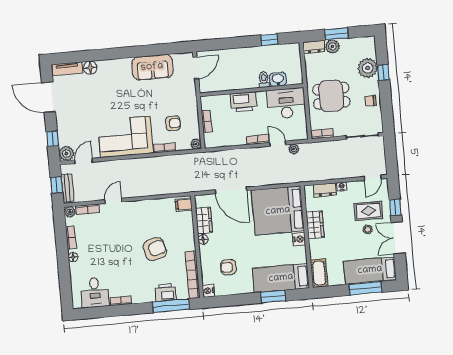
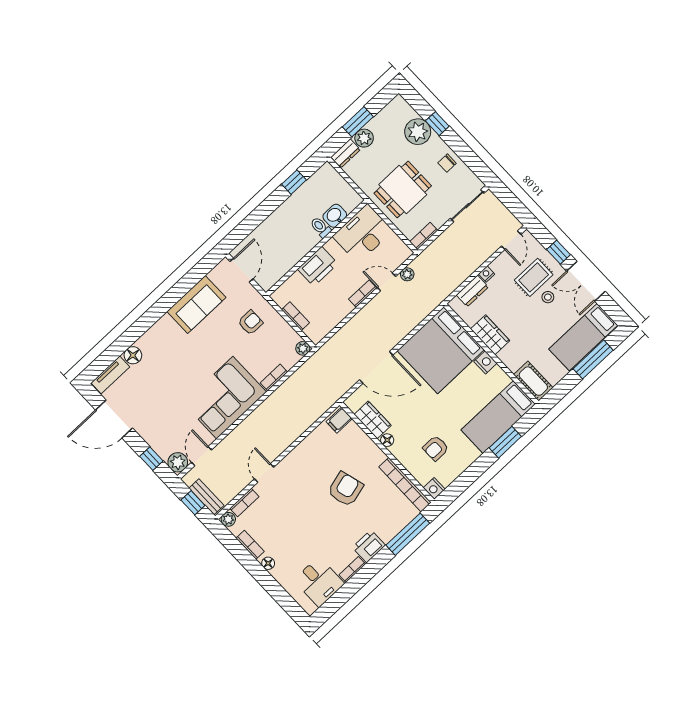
armchair: (173, 123) -> (250, 323), moved
printer: (166, 293) -> (369, 546), moved

